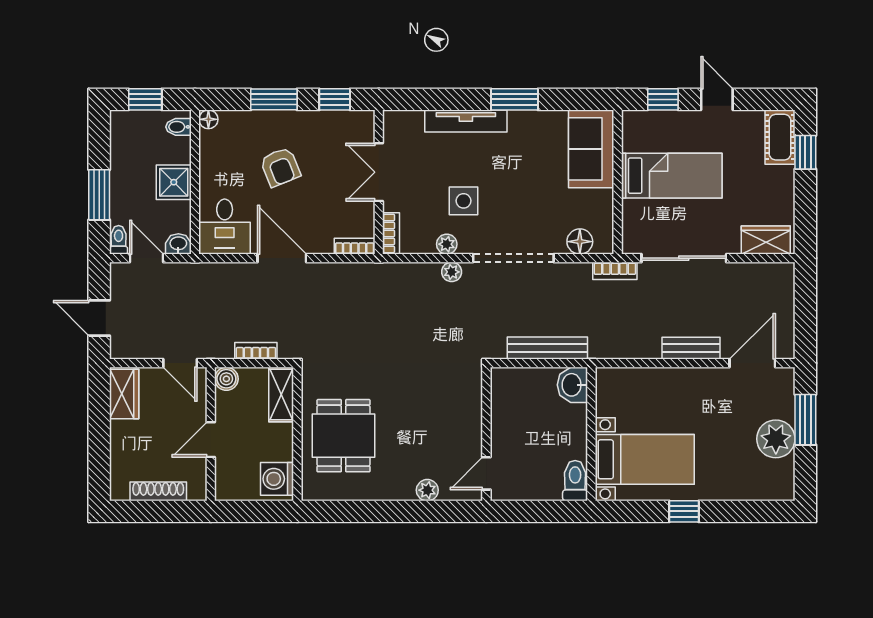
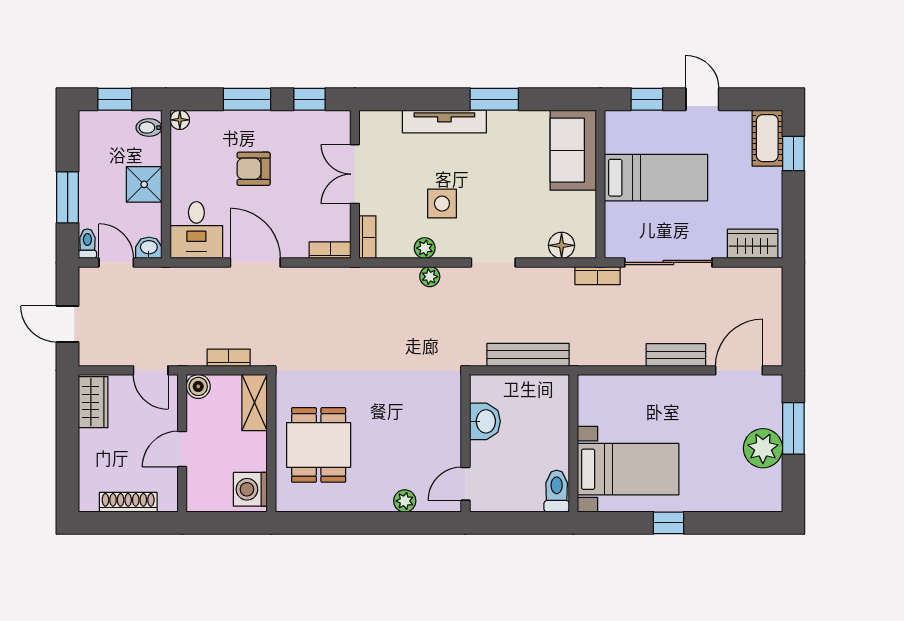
armchair: (280, 167) -> (254, 169), turned 112
doorway: (513, 258) -> (493, 262), width x0.53
washbasin: (572, 385) -> (485, 421), moved, turned 180

